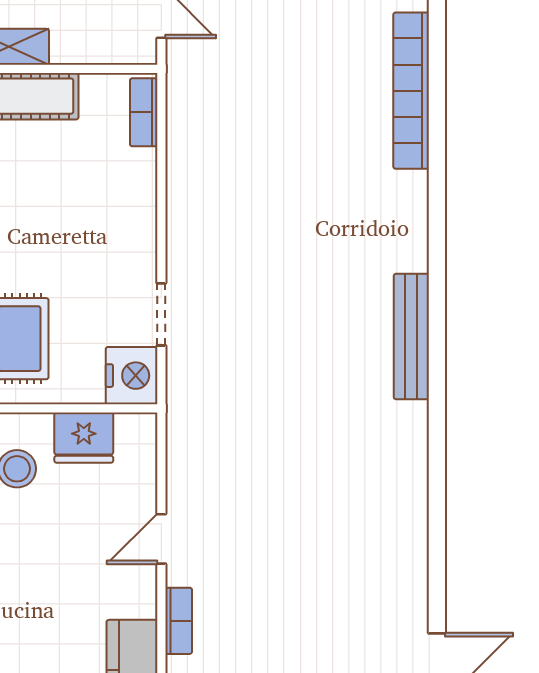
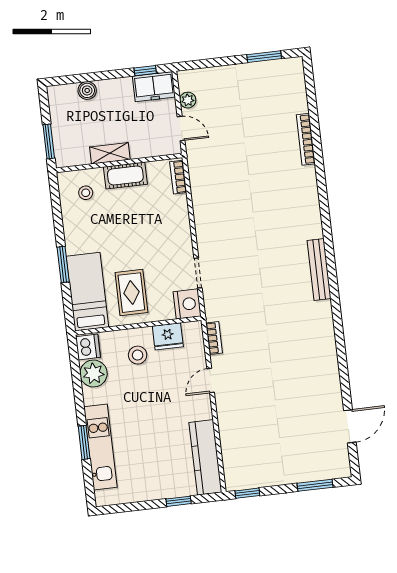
bookcase: (411, 91) -> (306, 139), width x0.68, depth x0.76
bookcase: (179, 621) -> (214, 338), moved

